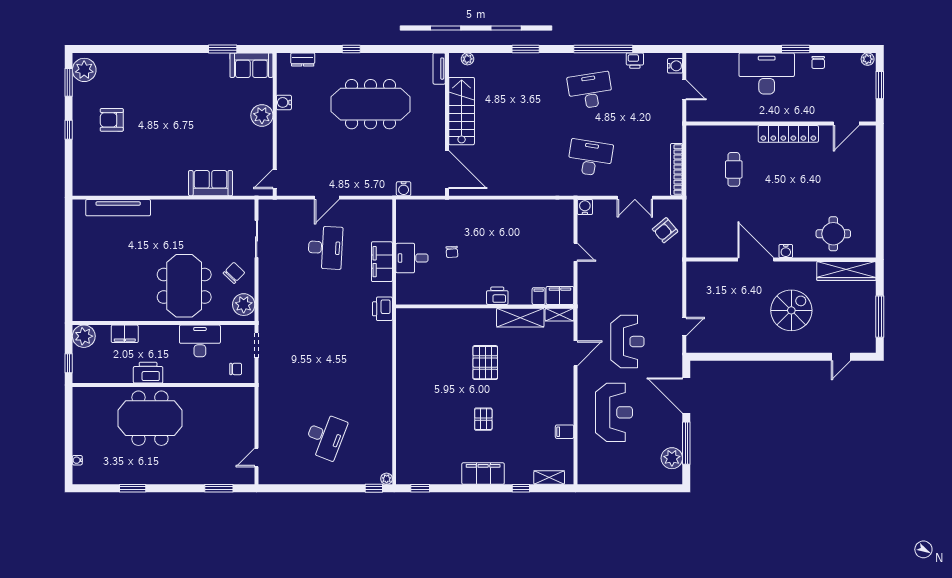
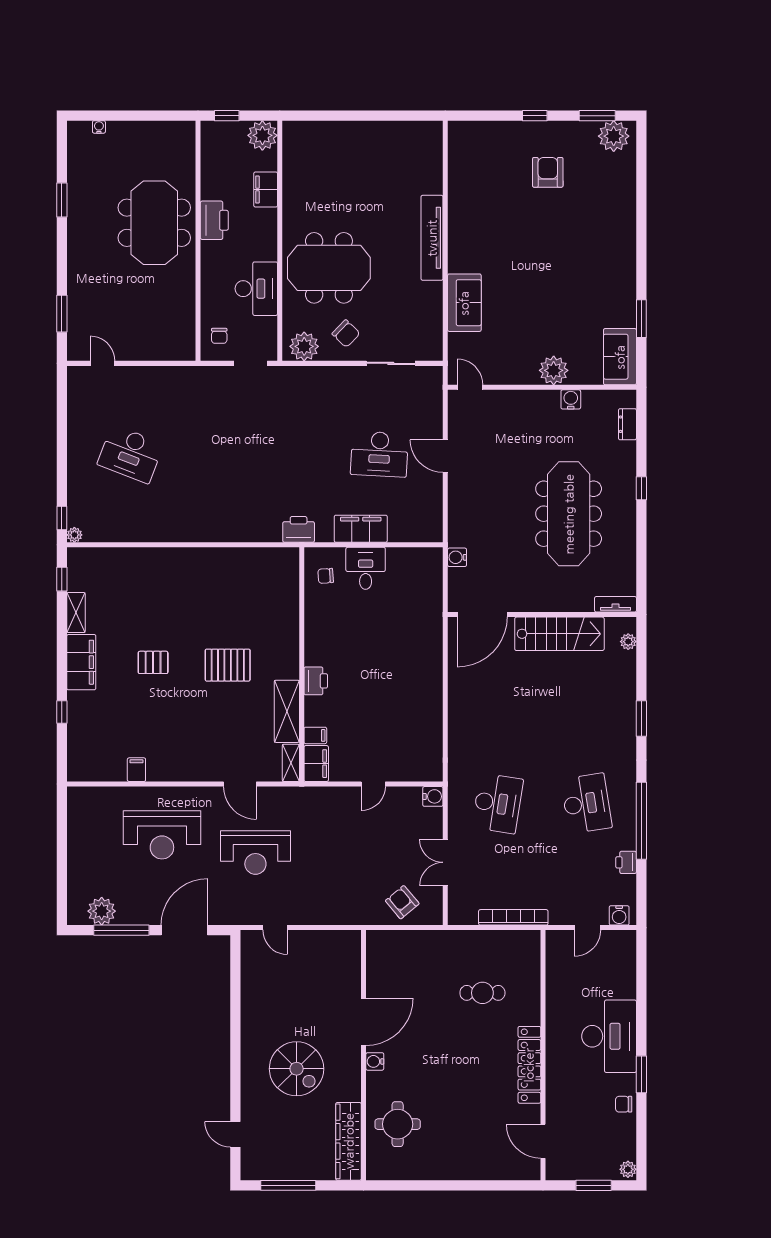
bookcase: (677, 170) -> (513, 917), moved
tv unit: (118, 208) -> (432, 238), moved
chair: (452, 252) -> (326, 576), moved
shelving: (549, 478) -> (76, 613), moved

